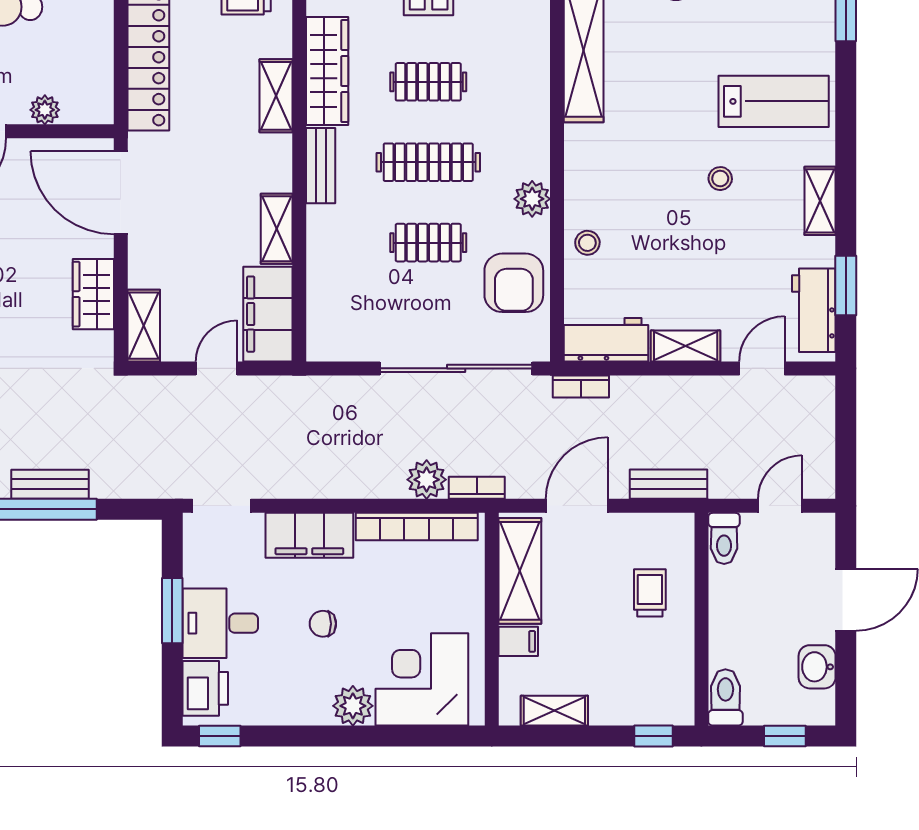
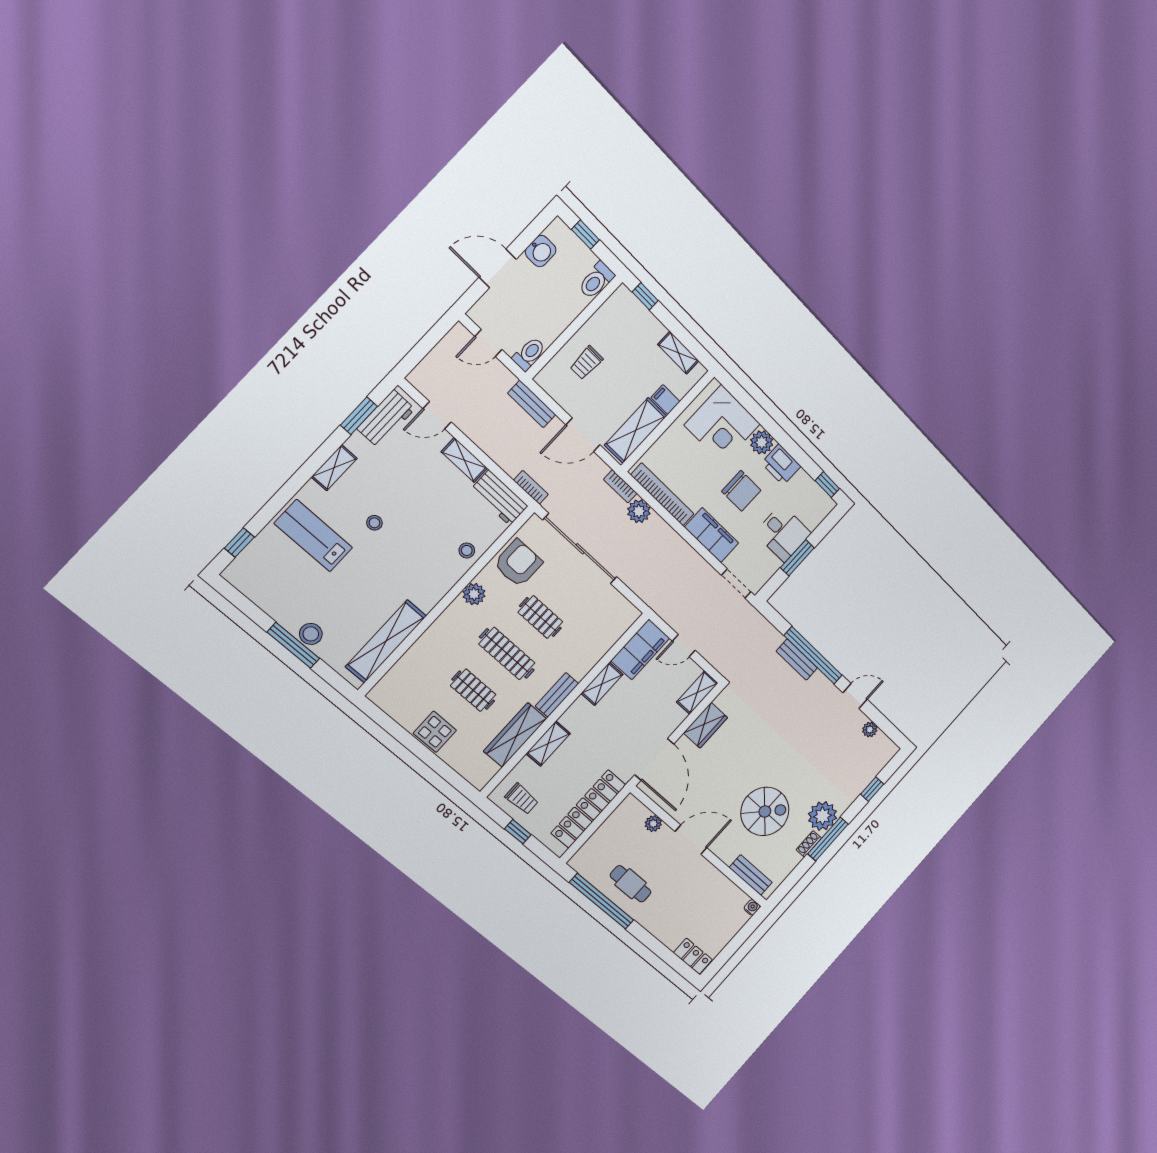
chair: (323, 624) -> (741, 491), width x1.87, depth x1.87
printer: (205, 688) -> (781, 465), moved, turned -90

